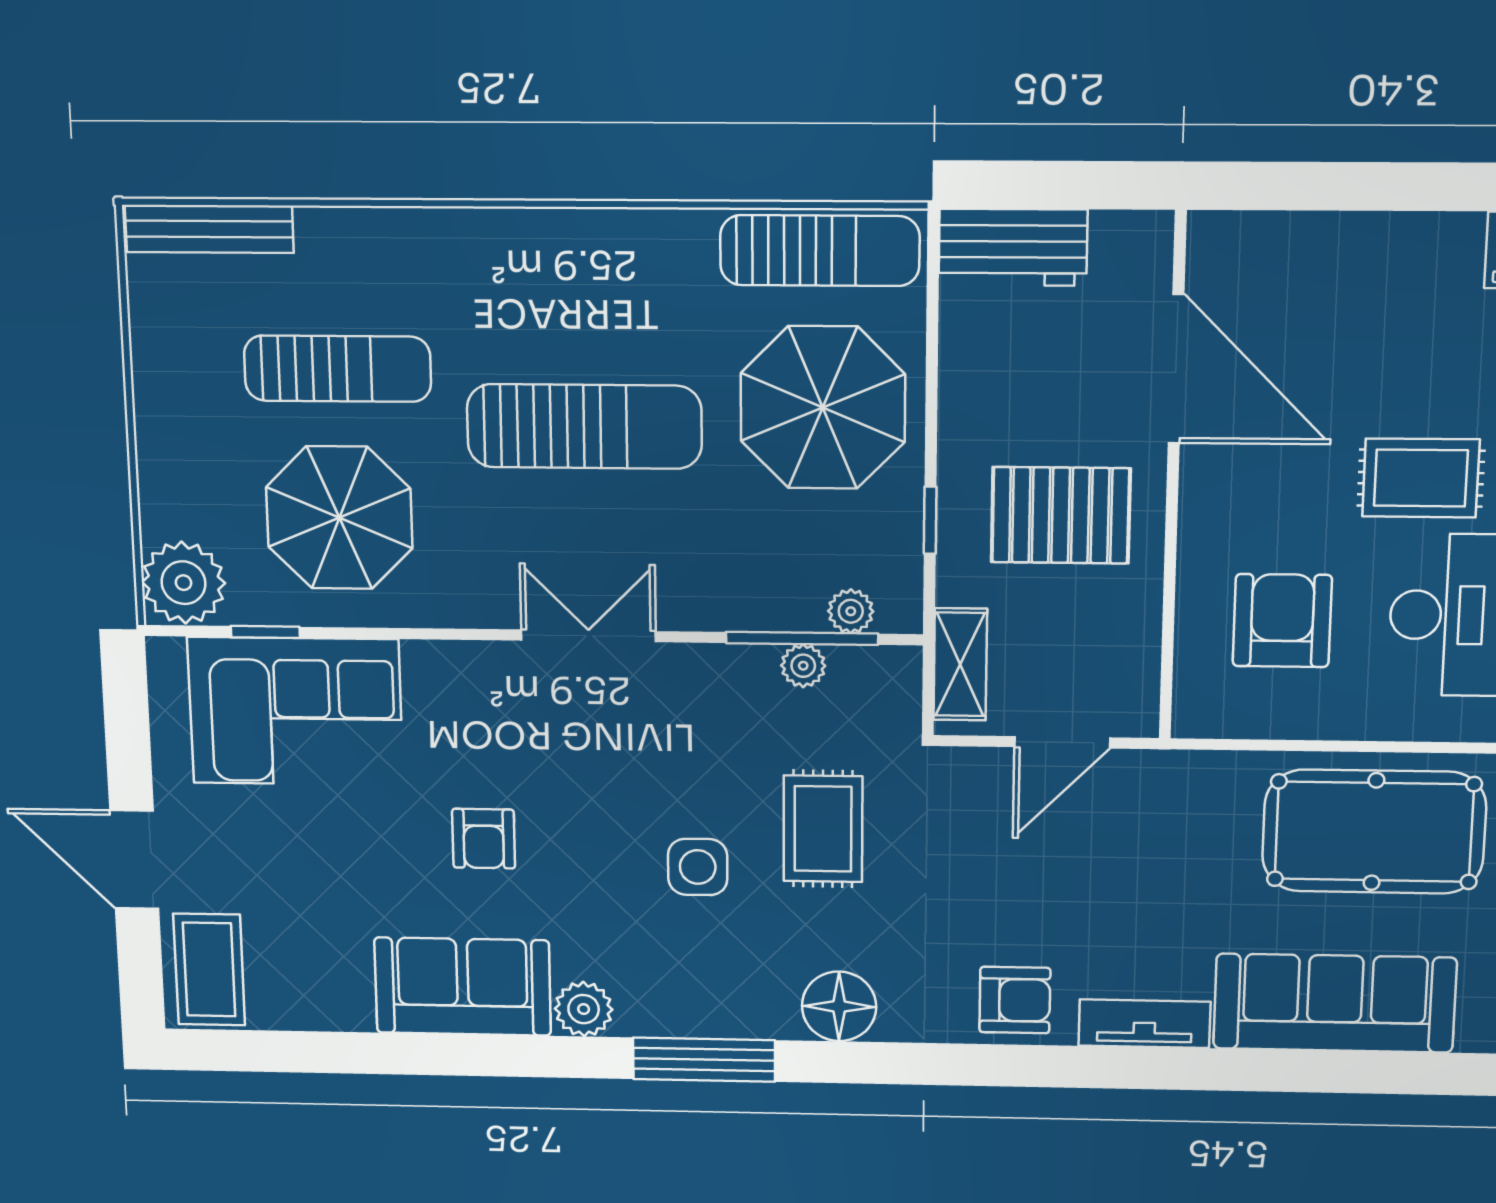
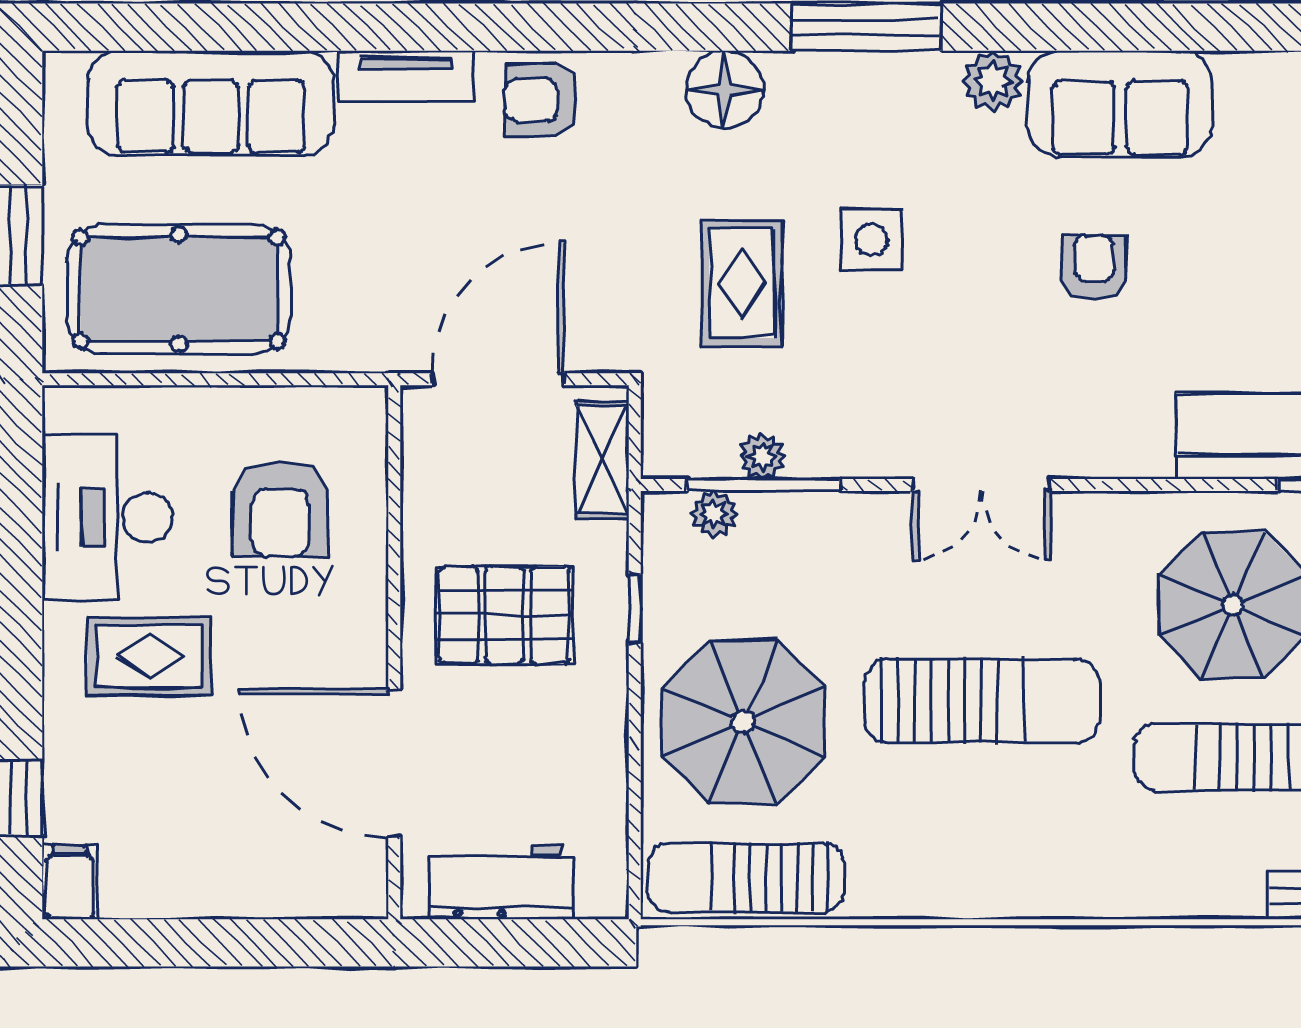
workbench: (1013, 247) -> (501, 882), moved
sun lounger: (584, 426) -> (982, 701), turned 180
door: (1062, 742) -> (498, 379), width x1.36

